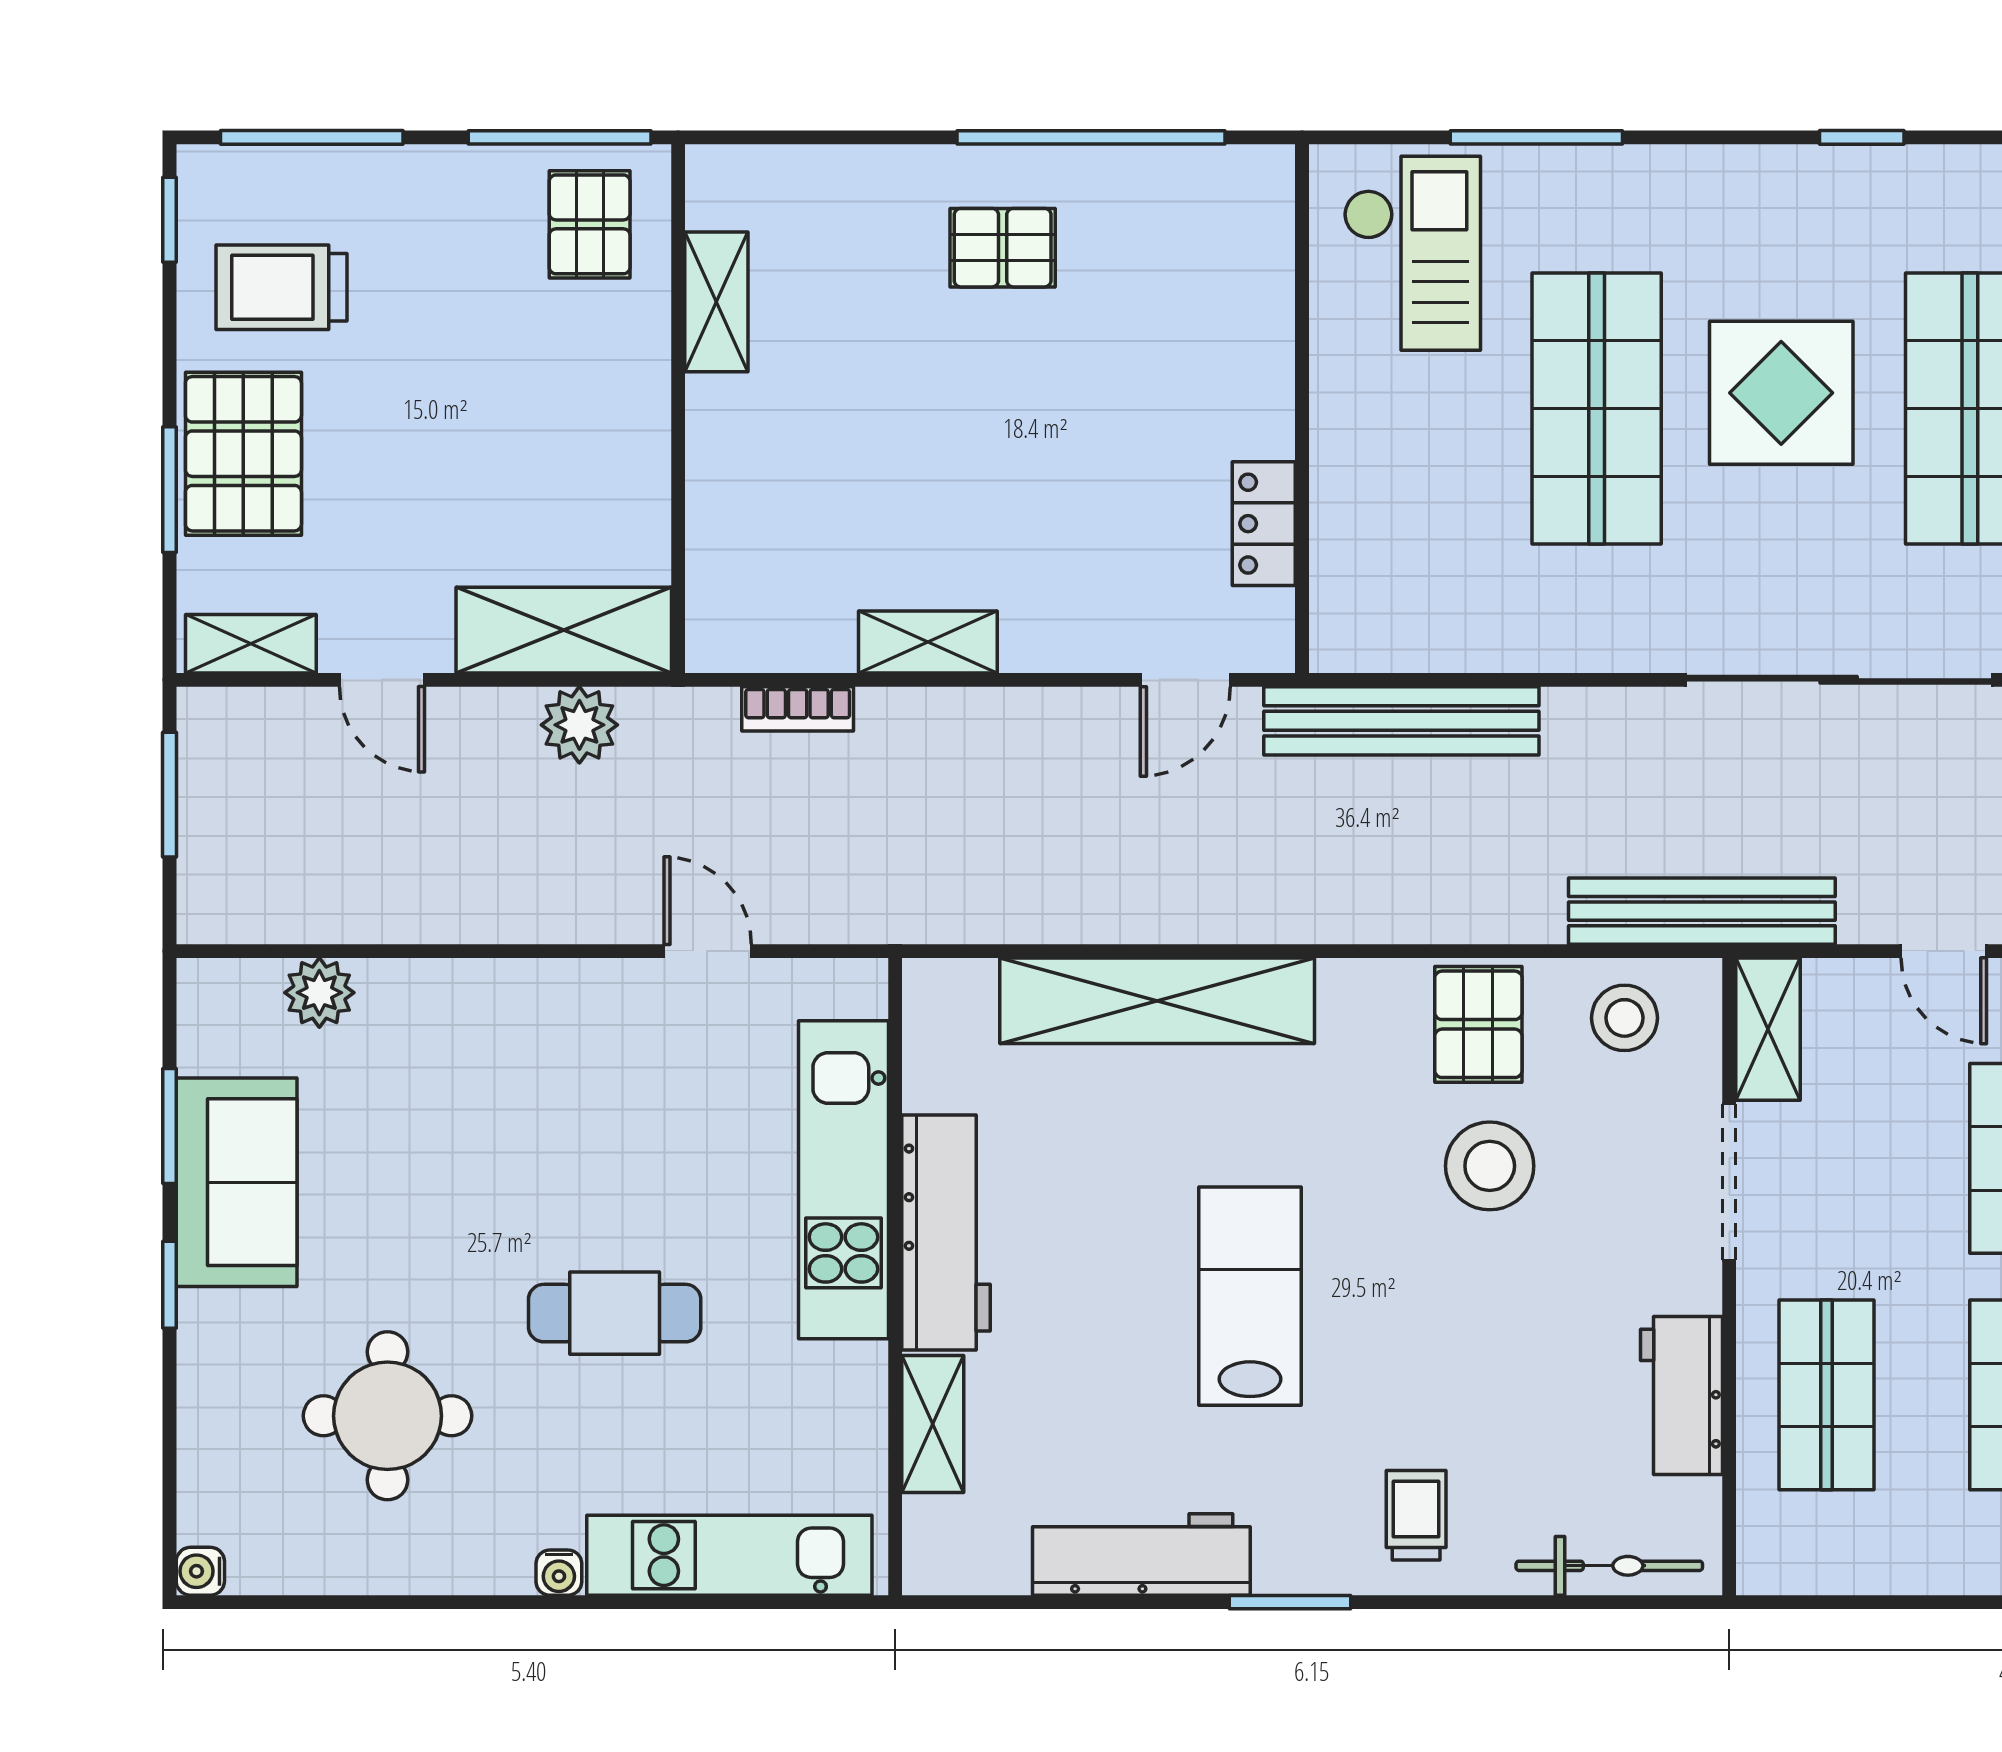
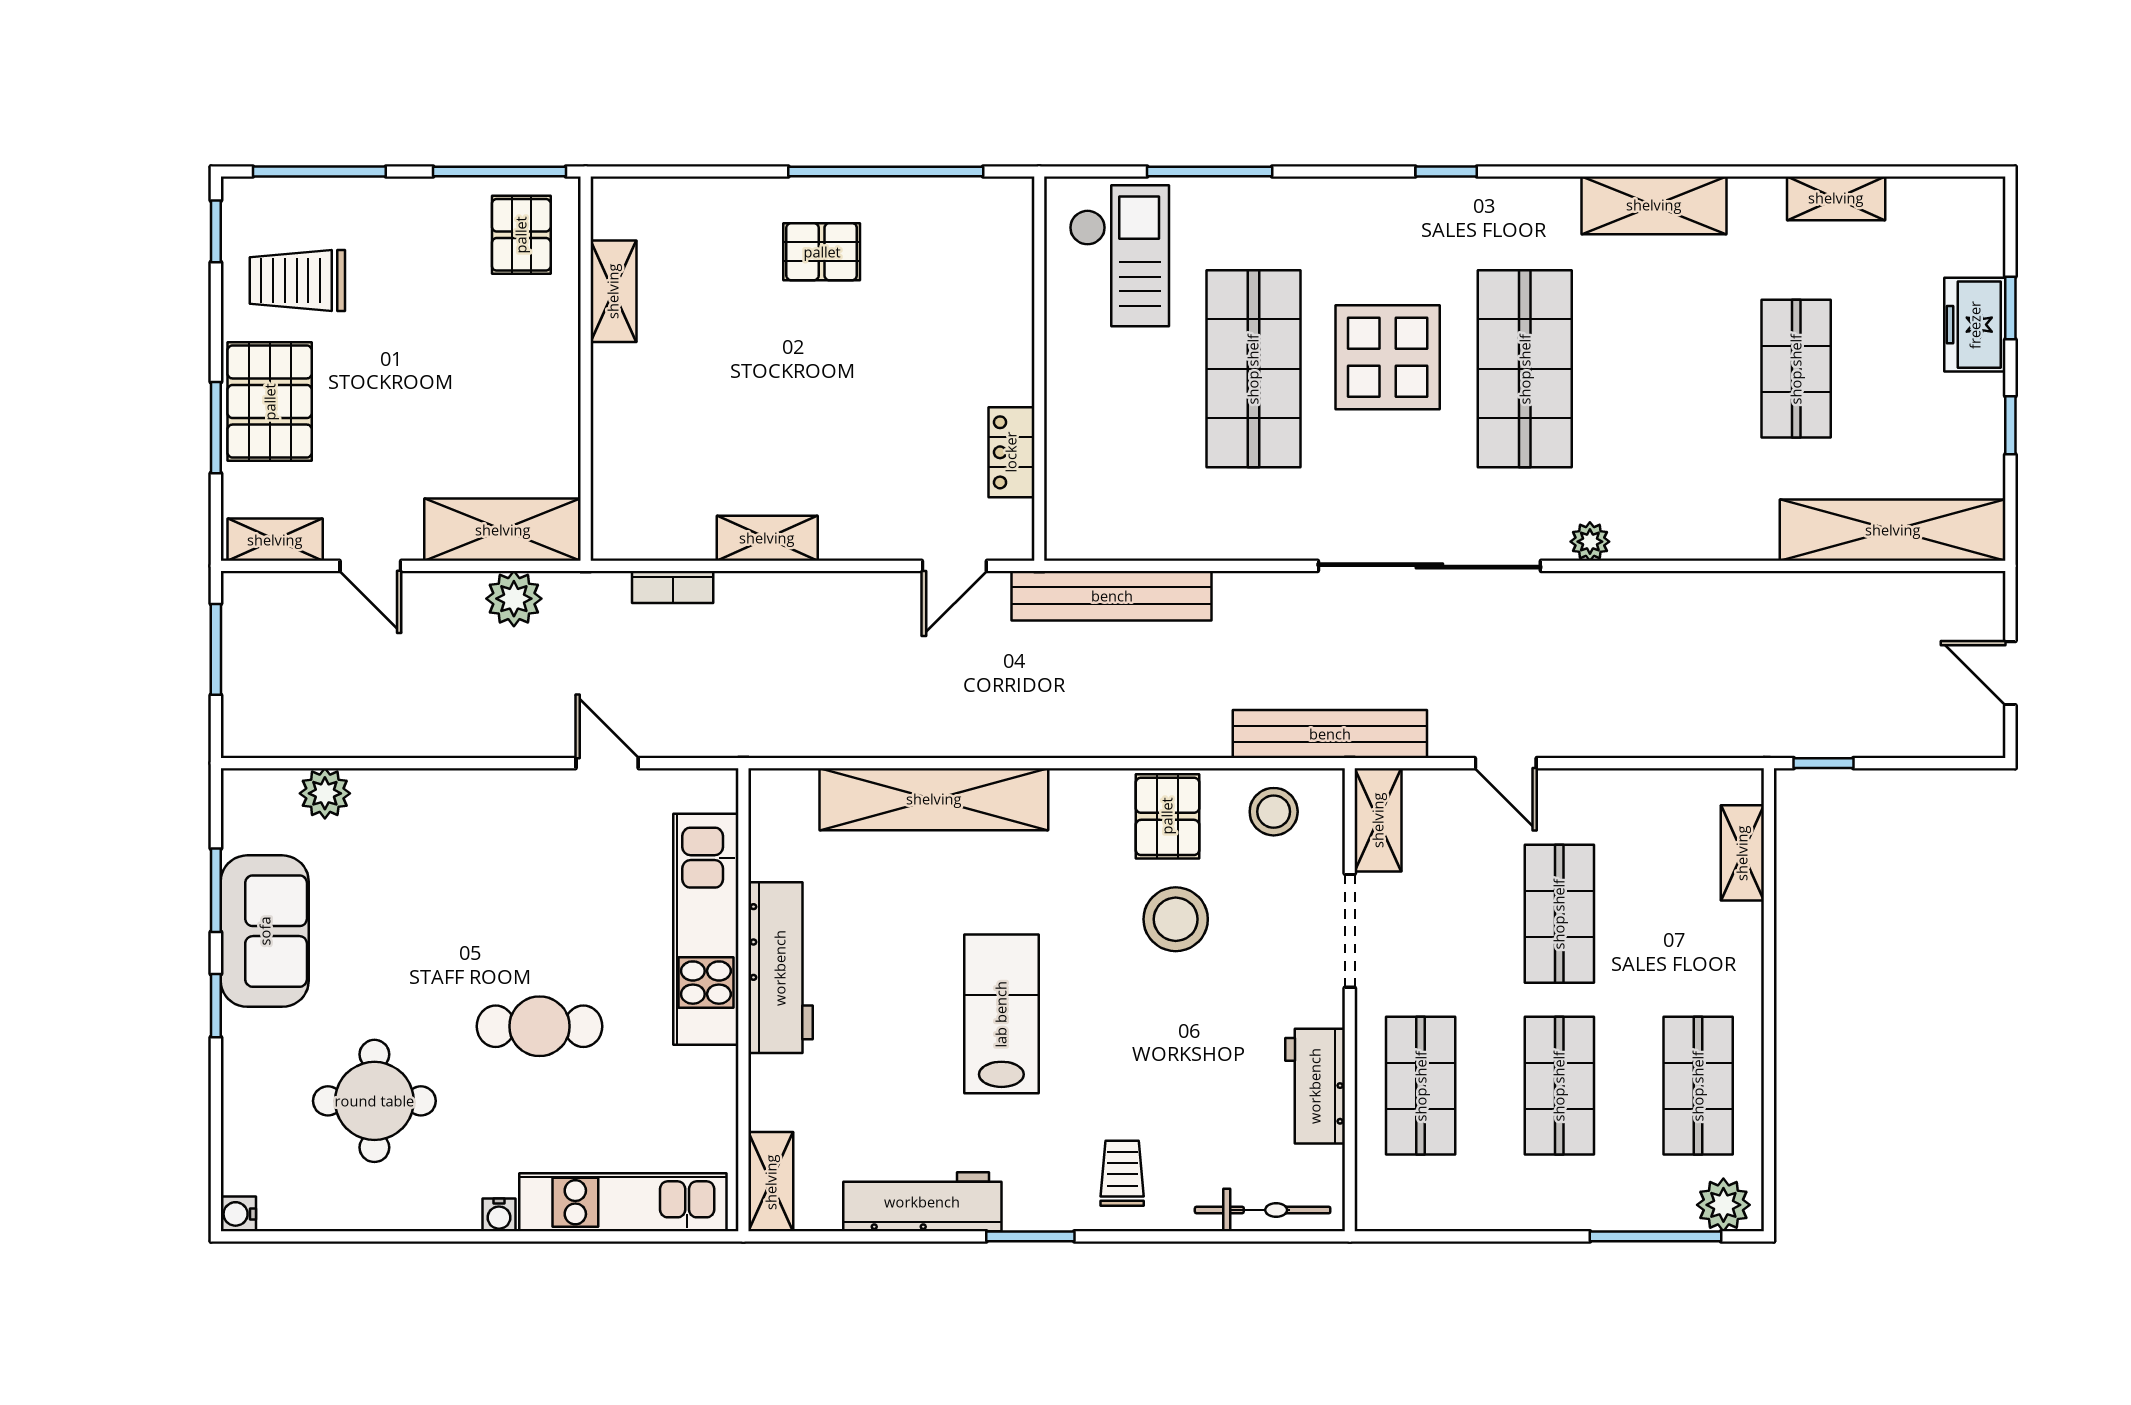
shelving: (933, 1424) -> (771, 1182), moved

